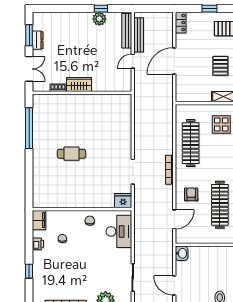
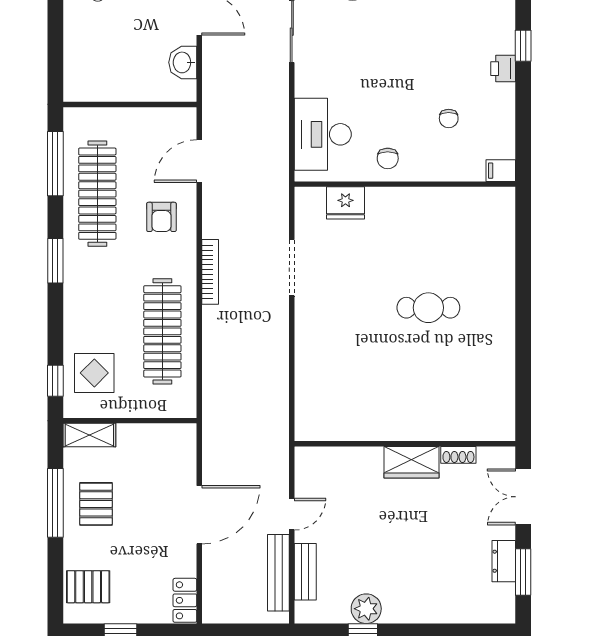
bench: (127, 31) -> (305, 572), width x0.73
window: (29, 128) -> (523, 365), removed
fridge: (123, 201) -> (345, 203), moved
filing cabinet: (39, 220) -> (501, 171), width x0.50
printer: (38, 244) -> (503, 69), moved
washbasin: (182, 253) -> (183, 62), moved

